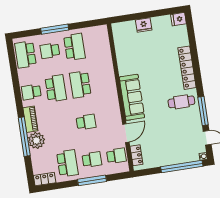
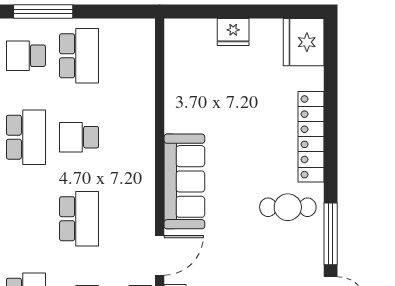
fridge: (178, 19) -> (304, 42), width x1.88, depth x1.34
school desk: (80, 84) -> (79, 137), width x0.54
school desk: (86, 122) -> (79, 219), width x1.85

